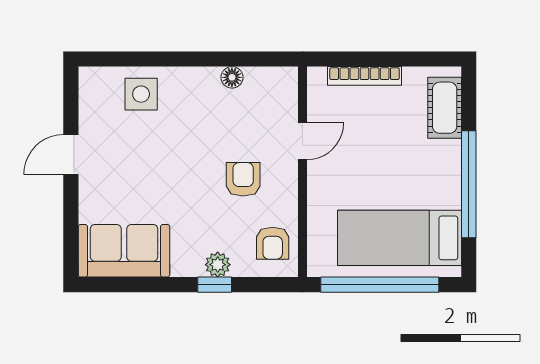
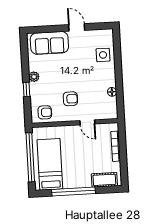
armchair: (273, 243) -> (45, 112), turned 180
sofa: (124, 251) -> (49, 43), moved, turned 90
plant: (218, 265) -> (34, 77), moved

